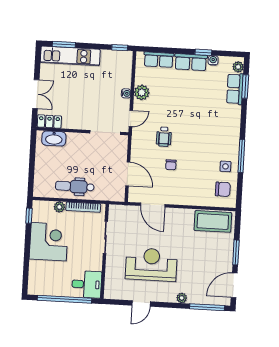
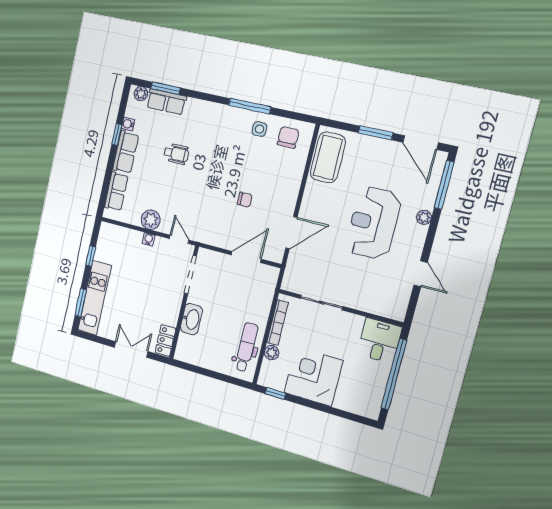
window: (120, 48) -> (91, 256), moved
wheelchair: (164, 137) -> (176, 154), moved
washbasin: (54, 139) -> (191, 319), moved
dental chair: (75, 186) -> (246, 347), moved, turned 180
reception desk: (151, 265) -> (373, 223), moved

